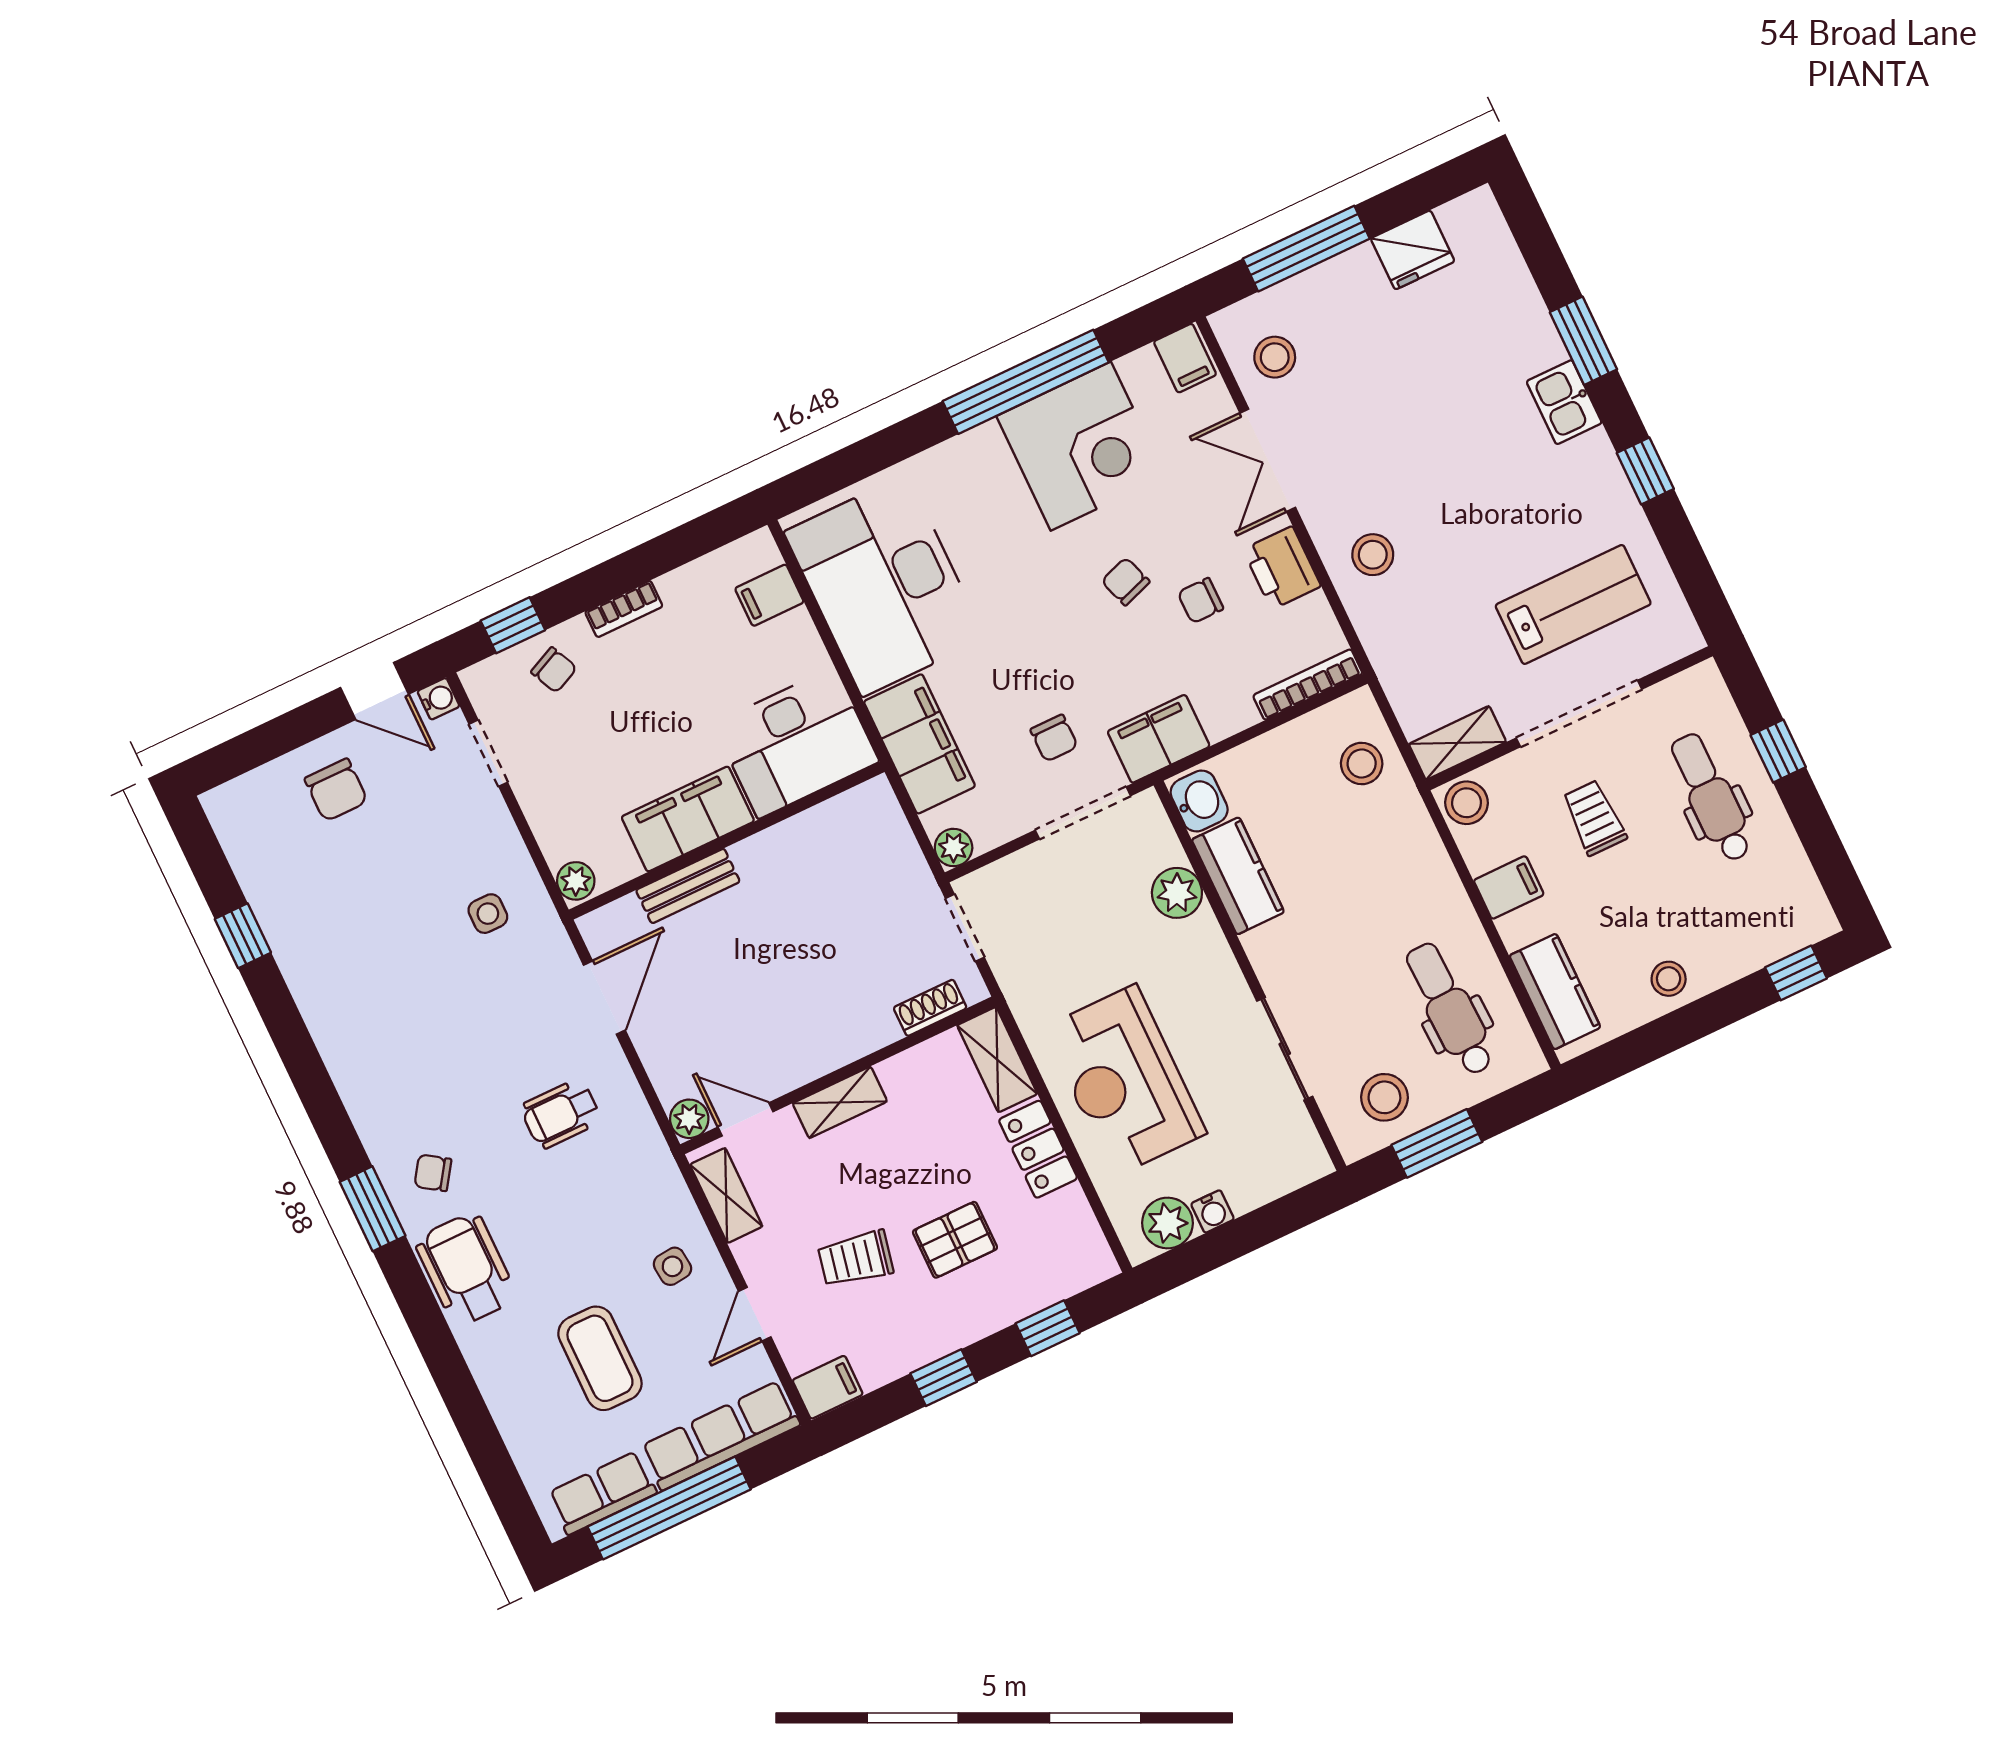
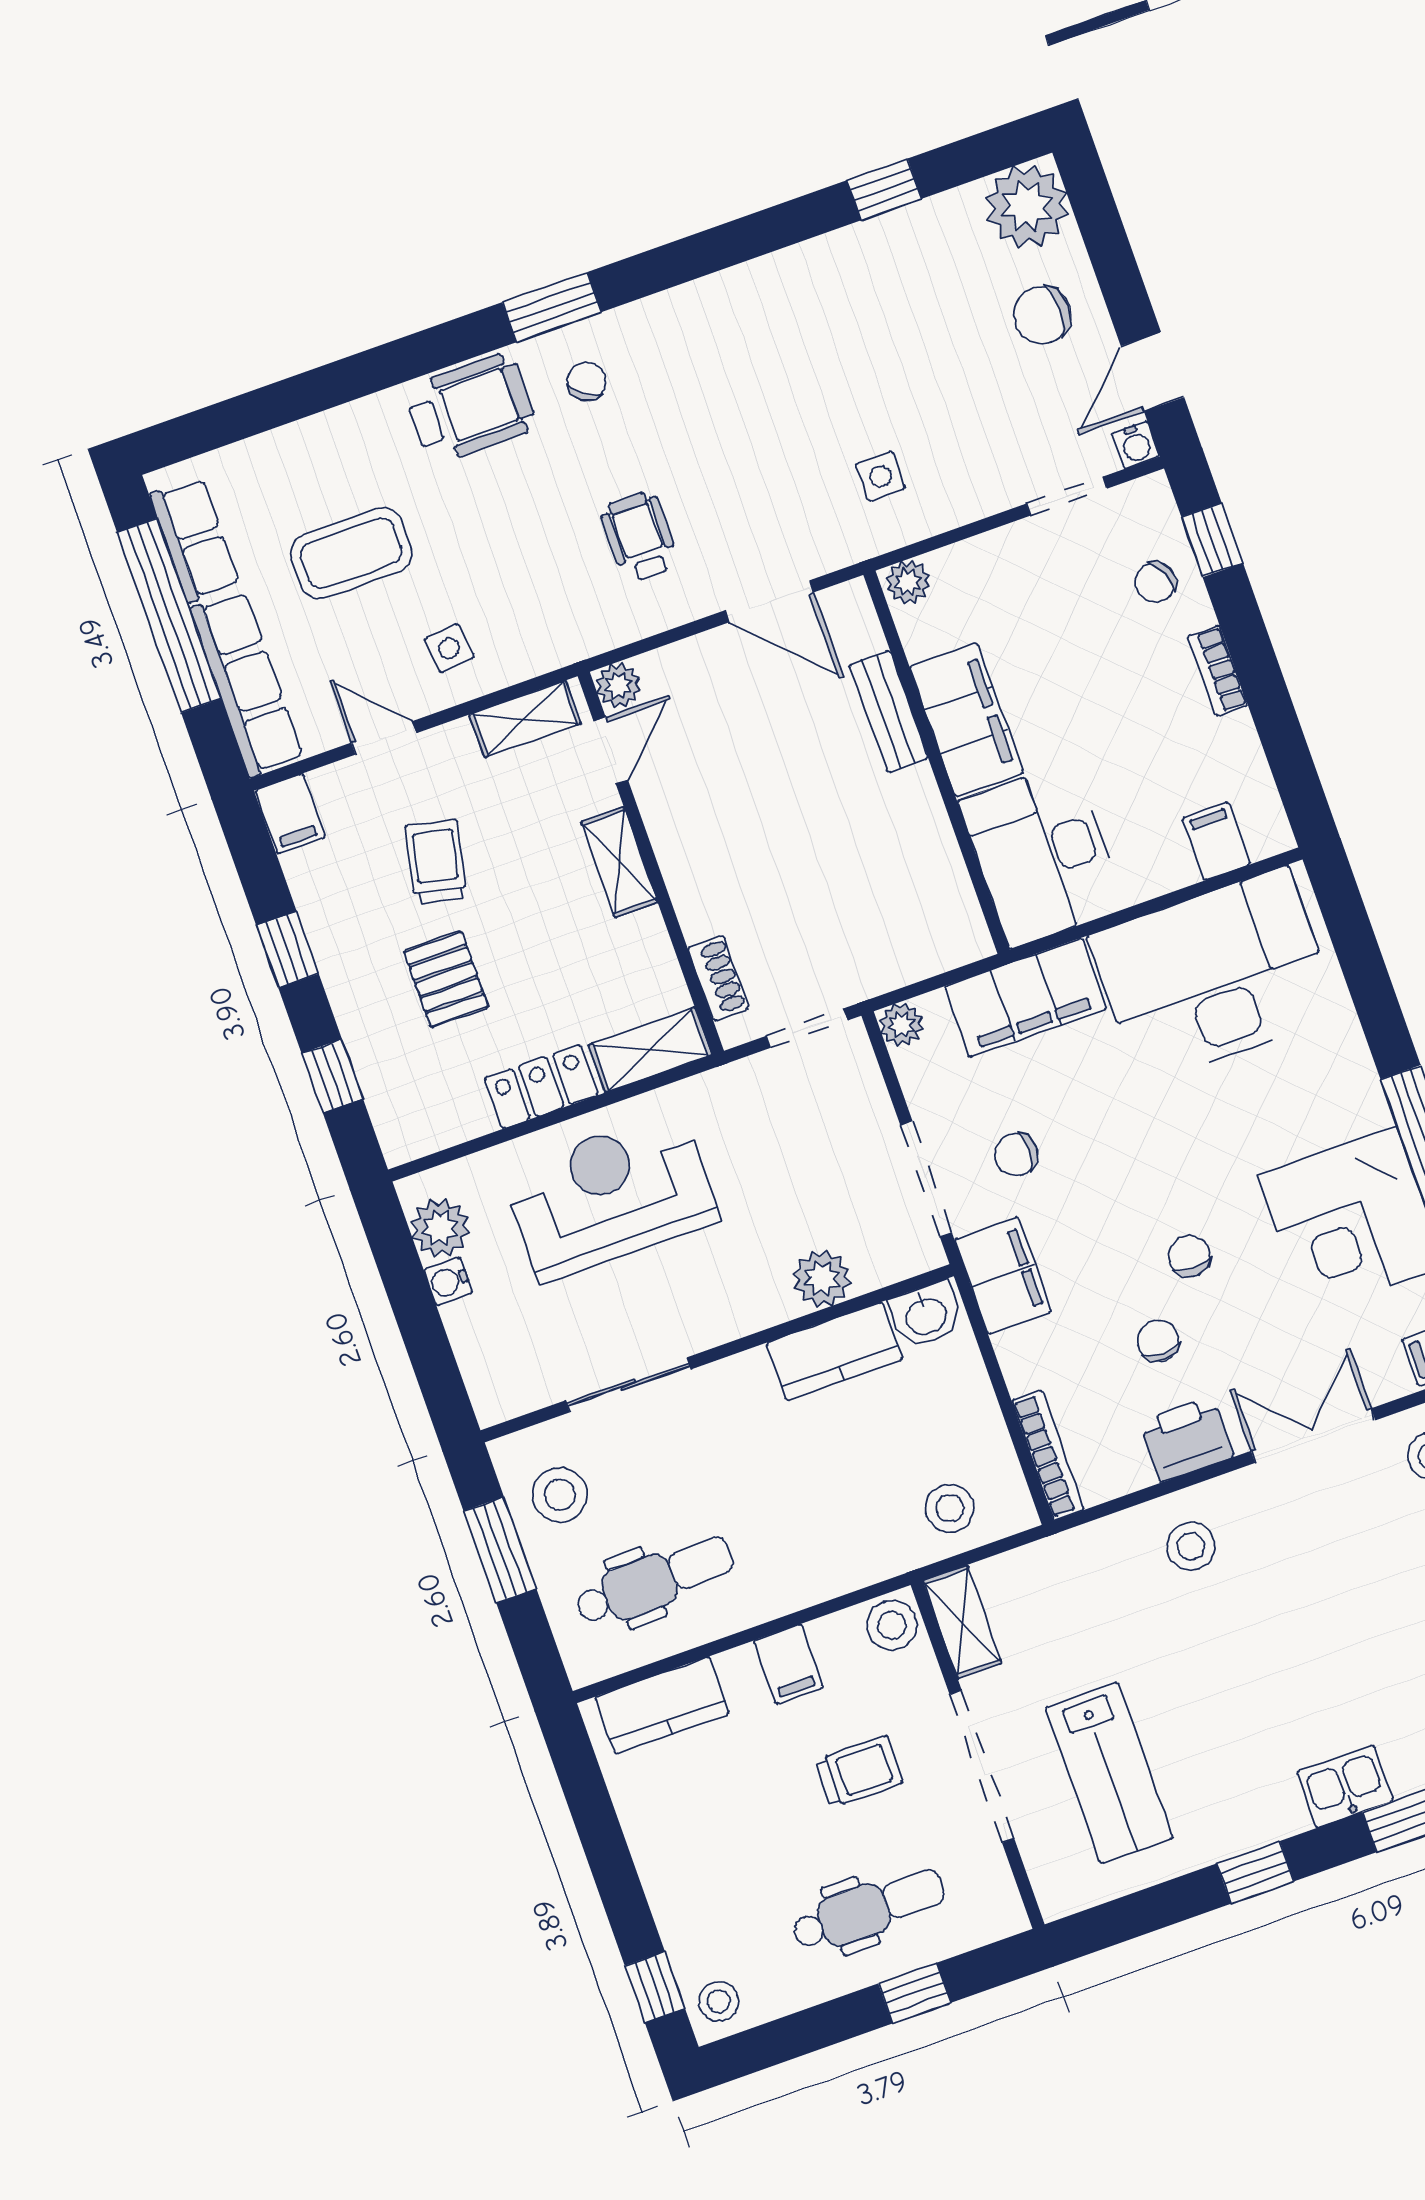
chair: (1126, 581) -> (1189, 1256), turned -71
plant: (245, 813) -> (1027, 206), added
stool: (1669, 979) -> (719, 2001), moved

